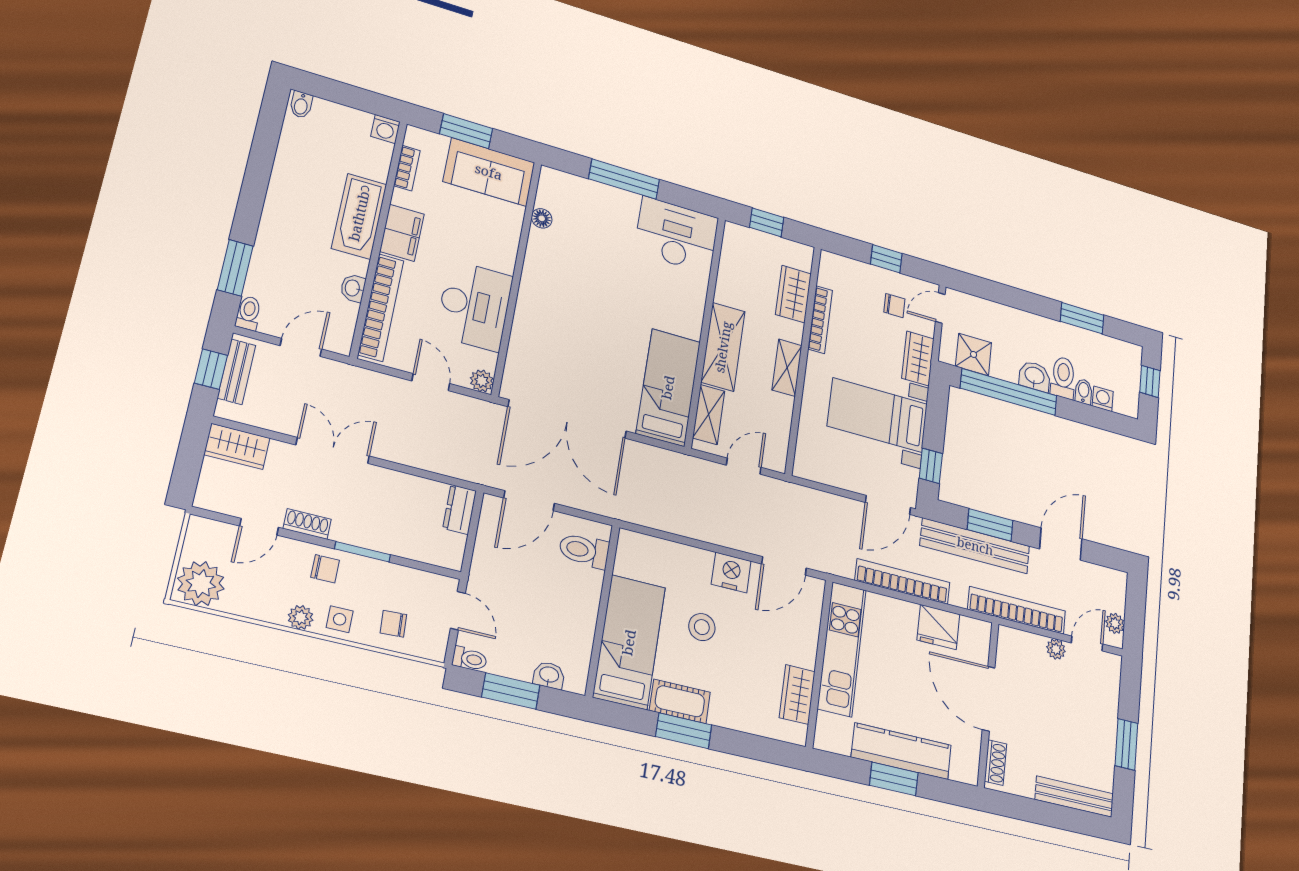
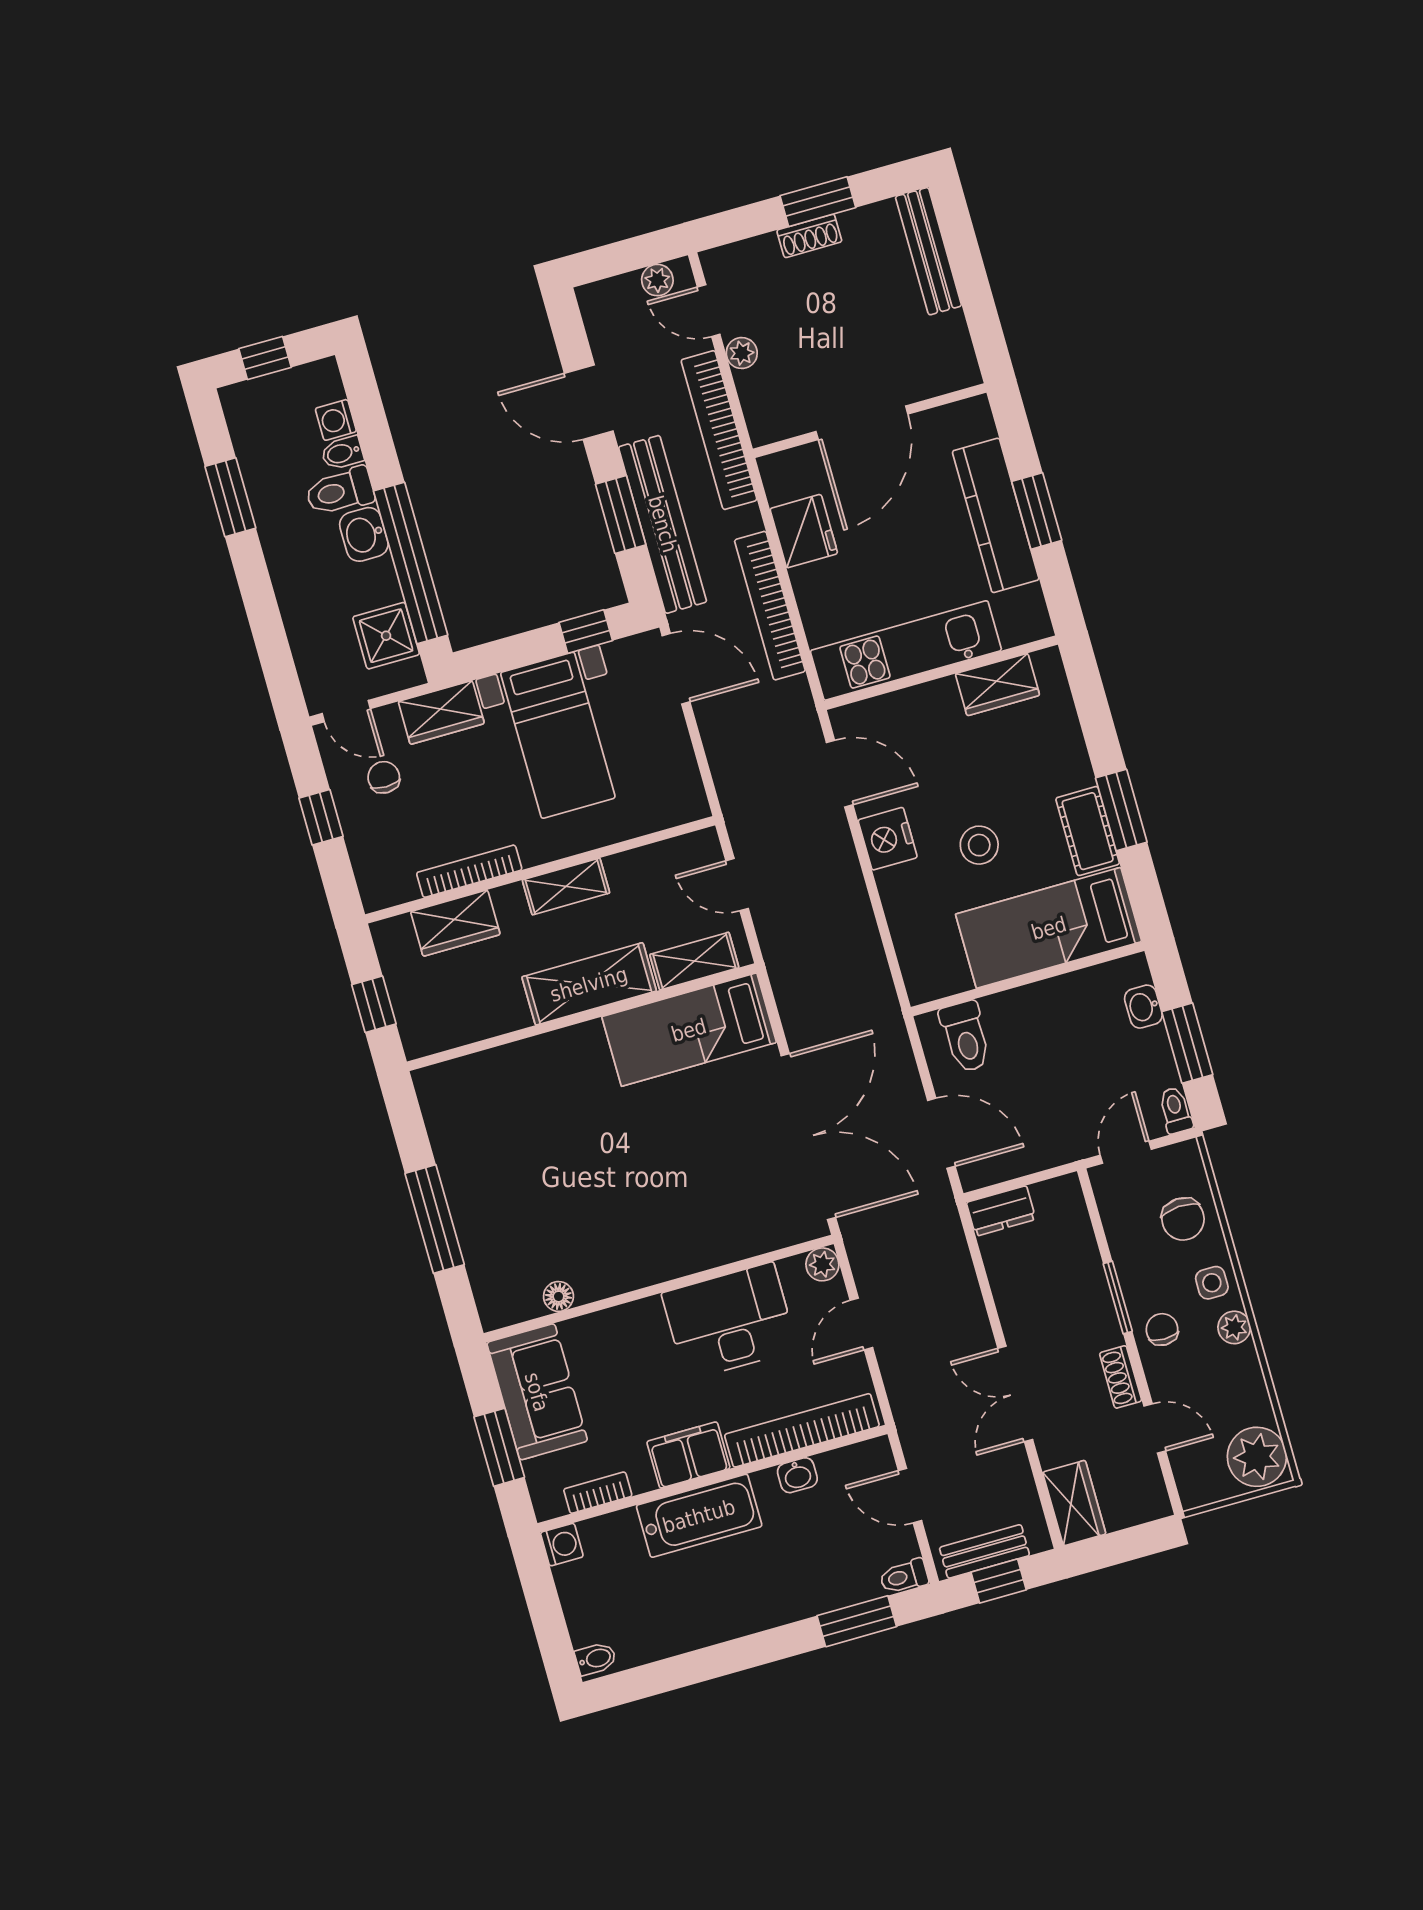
desk: (677, 235) -> (470, 1115), removed
chair: (393, 624) -> (1183, 1219), width x1.37, depth x1.37
shoe rack: (996, 763) -> (809, 236), moved, turned 180

